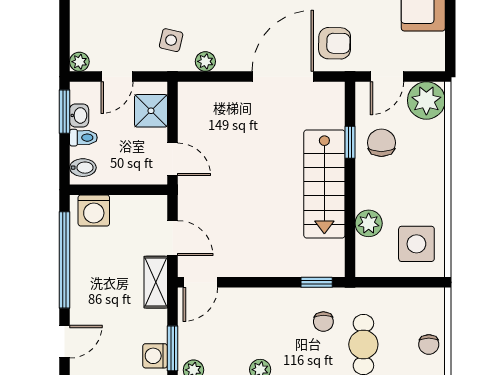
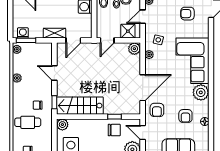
door: (117, 77) -> (143, 17), hinge flipped
door: (283, 77) -> (143, 88), hinge flipped
plant: (192, 96) -> (134, 49), added
stairs: (324, 184) -> (80, 106), moved
plant: (369, 223) -> (62, 125), moved
door: (200, 282) -> (54, 73), moved

